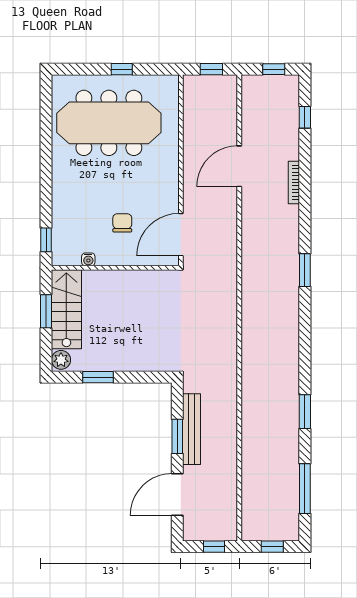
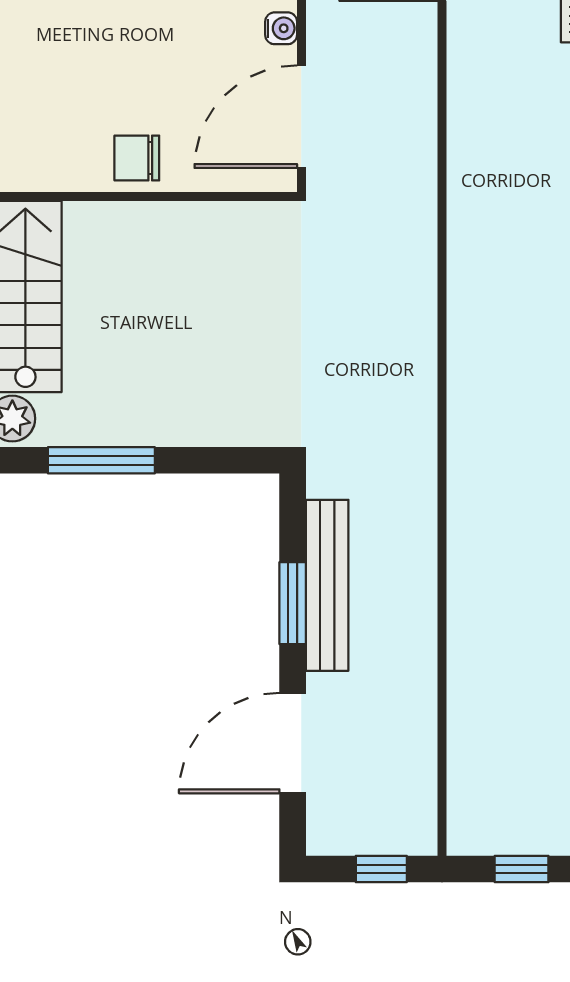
chair: (122, 223) -> (137, 158), moved, turned -90
water cooler: (88, 259) -> (281, 28), moved, turned -90
window: (98, 377) -> (101, 460), width x1.44

